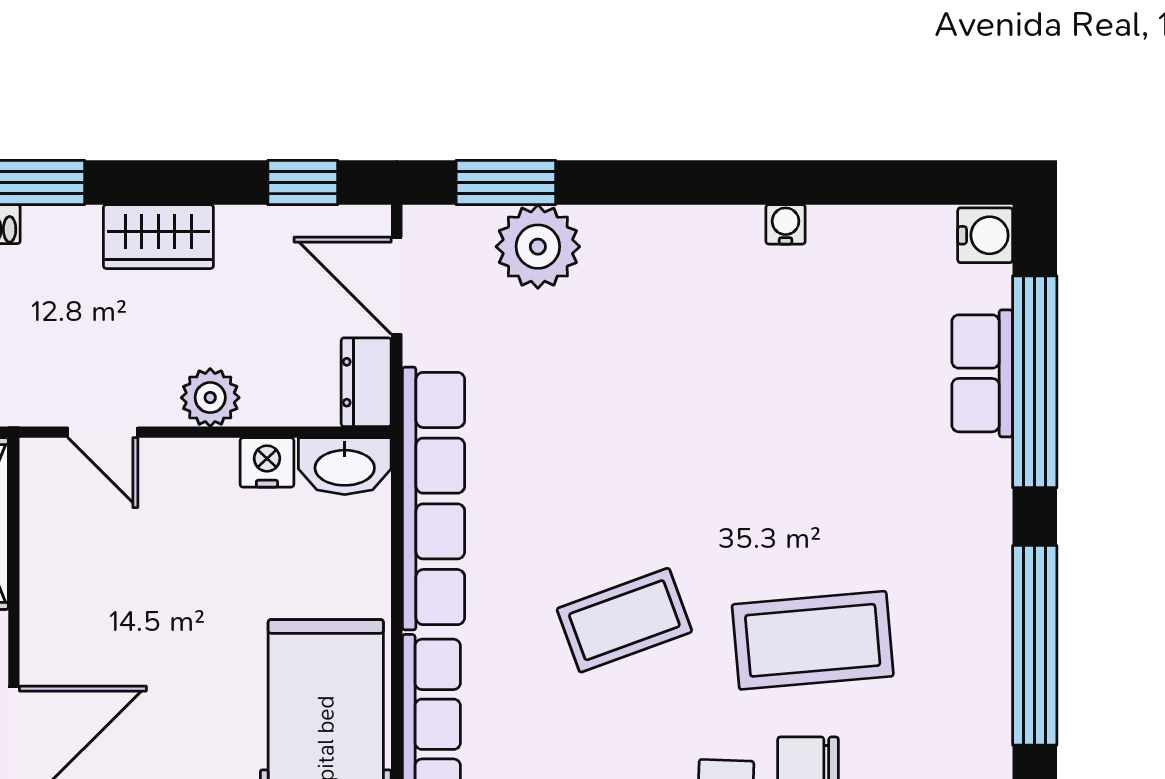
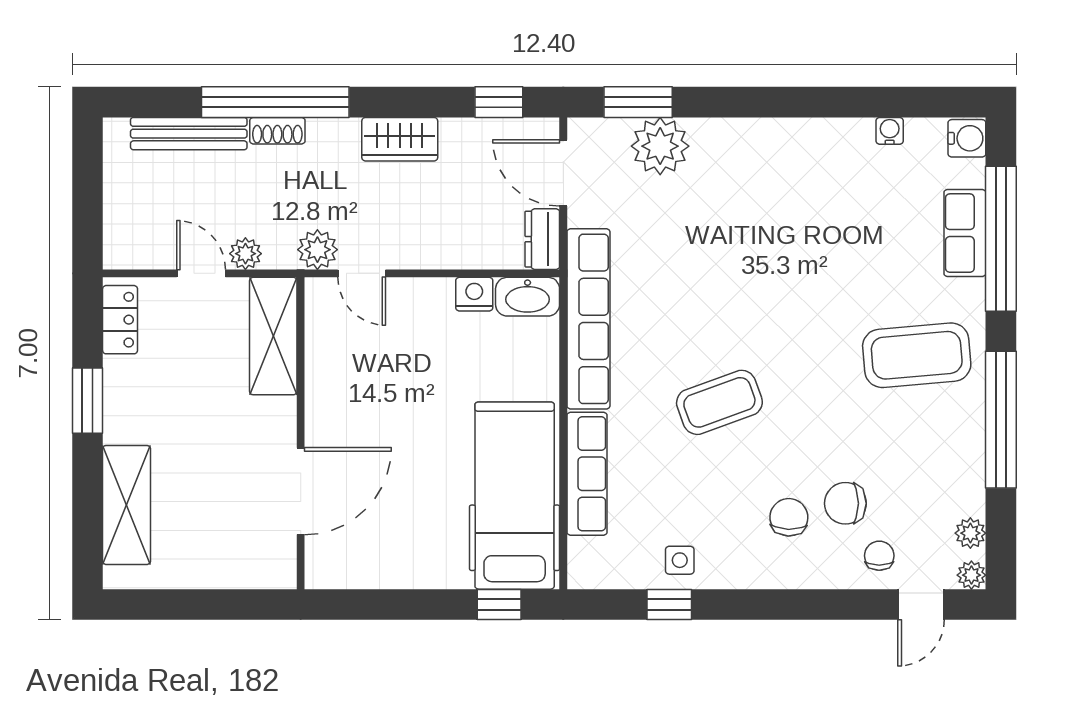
water cooler: (786, 224) -> (890, 131), moved
plant: (210, 398) -> (317, 250), moved
coffee table: (813, 640) -> (917, 355), moved

